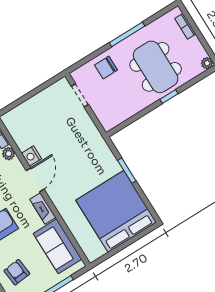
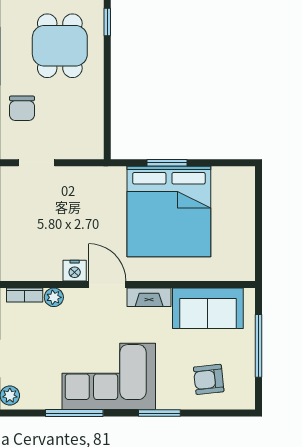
dining table: (156, 67) -> (60, 46), width x0.73
window: (169, 97) -> (107, 22), moved
bed: (116, 211) -> (169, 211), moved, turned -90

